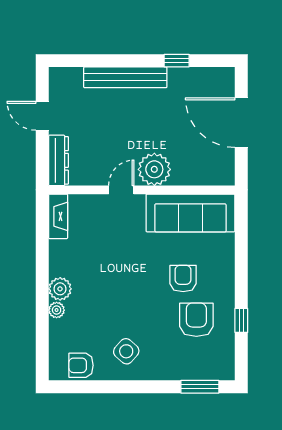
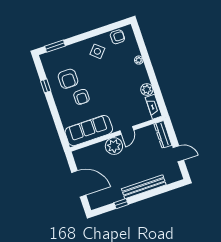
plant: (60, 289) -> (147, 89), moved

